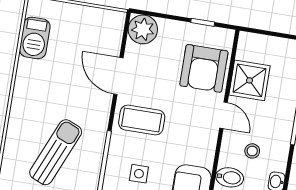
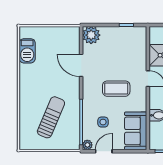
armchair: (204, 68) -> (132, 52), removed
coffee table: (142, 120) -> (116, 89), moved

